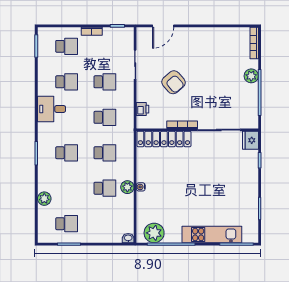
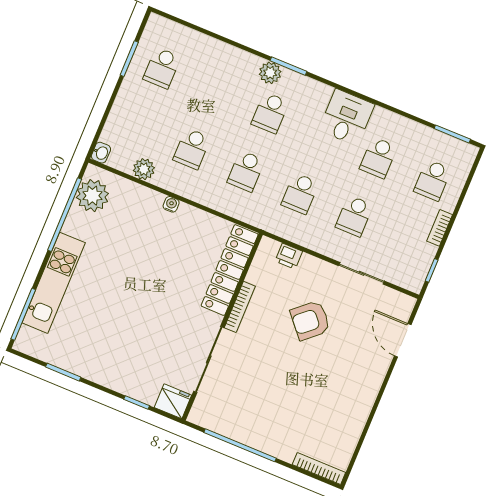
plant: (251, 76) -> (271, 443), removed
plant: (127, 187) -> (144, 169), moved
plant: (44, 199) -> (270, 73), moved

